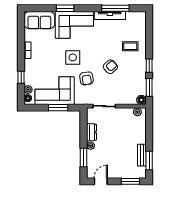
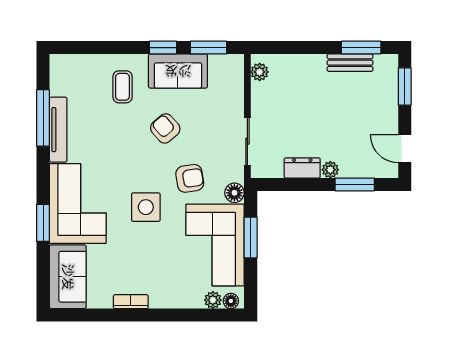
sofa: (138, 73) -> (178, 71), added
window: (21, 77) -> (187, 315), removed
floor lamp: (141, 100) -> (234, 193), moved

